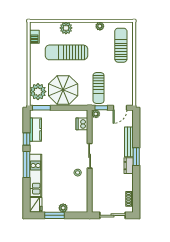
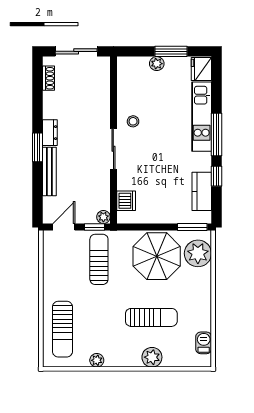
sun lounger: (66, 52) -> (151, 317), width x0.73, depth x0.75

